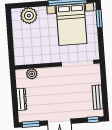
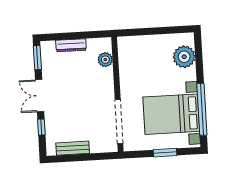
window: (99, 19) -> (165, 153), moved
window: (93, 120) -> (41, 127), moved

